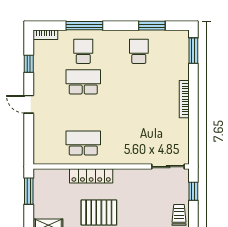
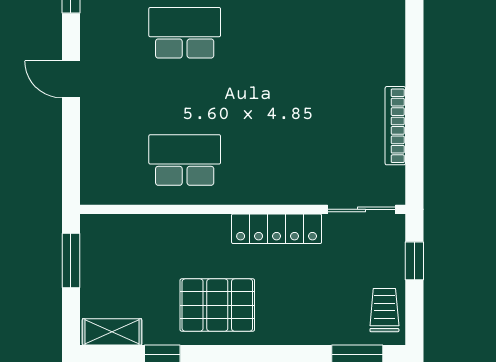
bookcase: (184, 99) -> (395, 126), moved
locker: (91, 176) -> (277, 229), moved

